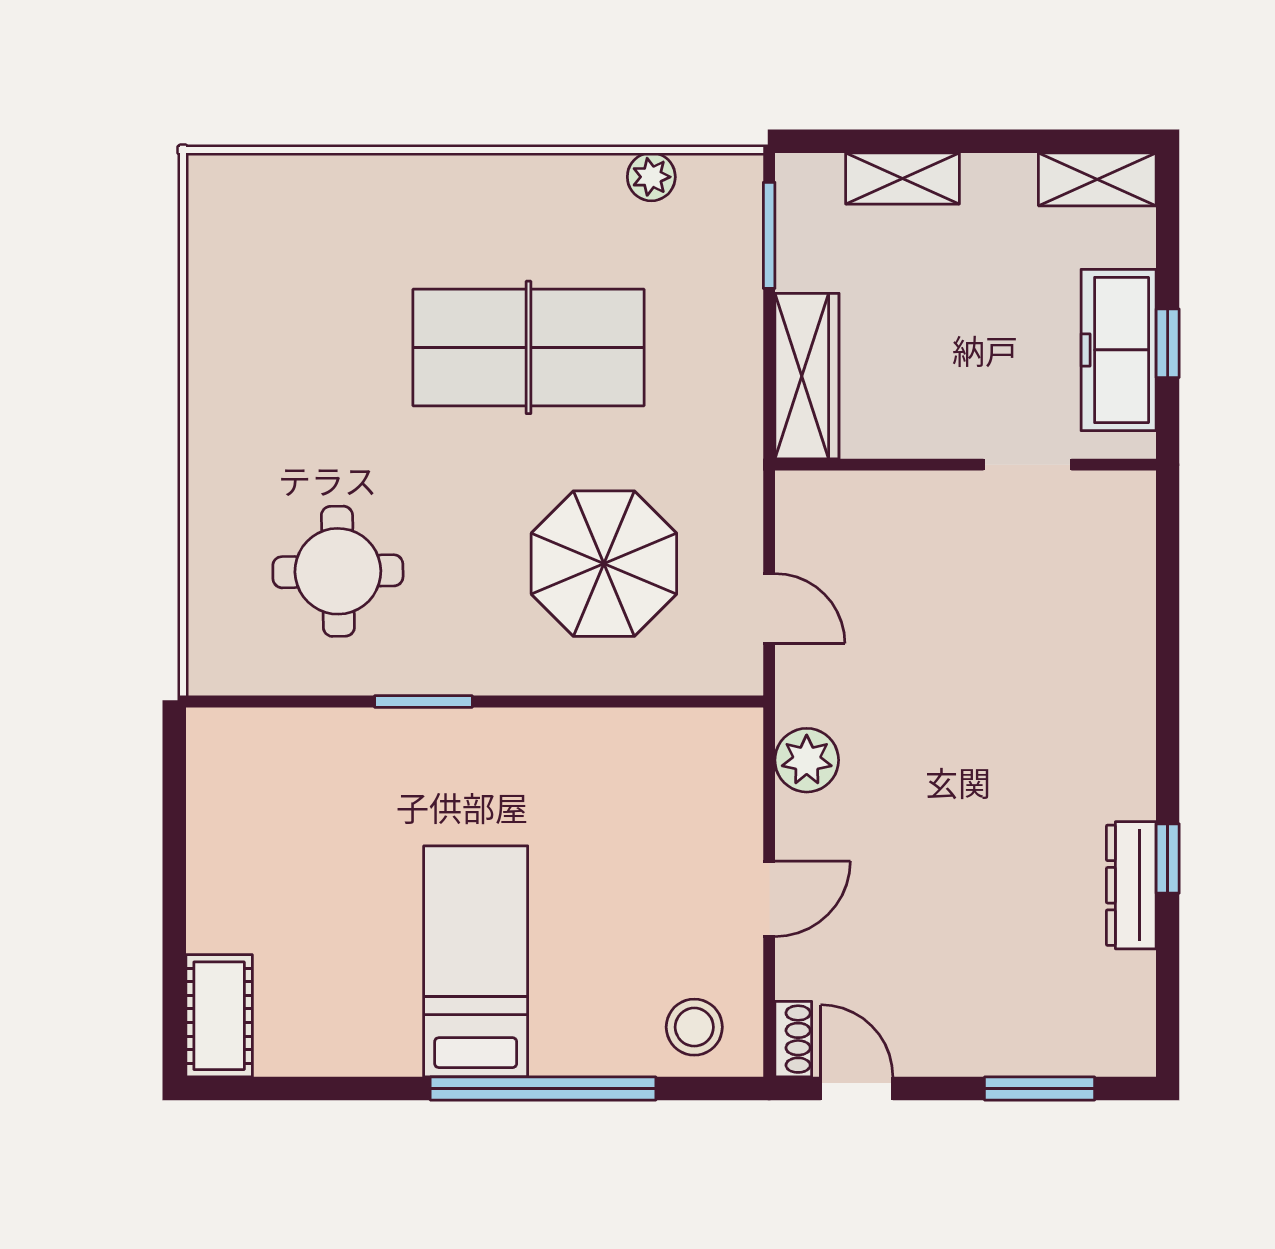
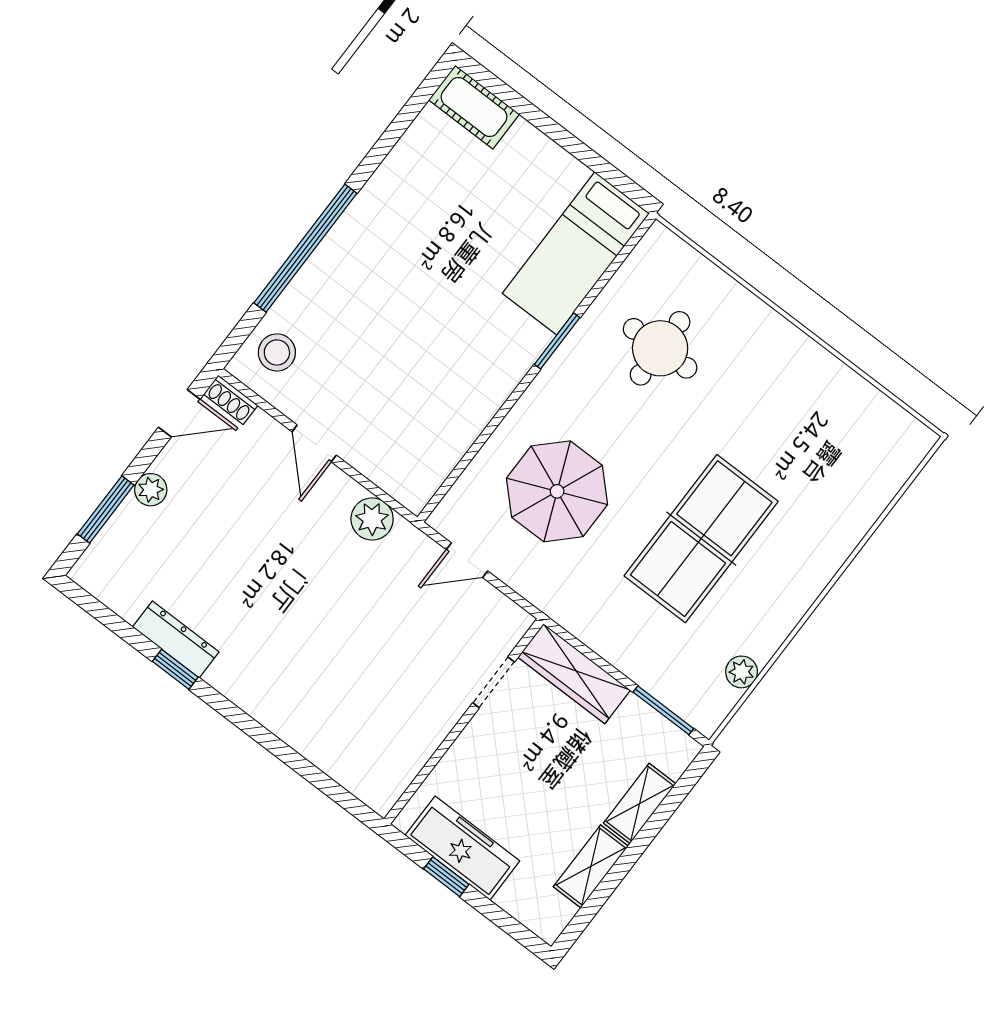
shelving: (1097, 179) -> (591, 866), moved
doorway: (1027, 465) -> (494, 682), moved
bed: (476, 961) -> (576, 253), moved, turned 90
plant: (975, 1053) -> (151, 490), added

